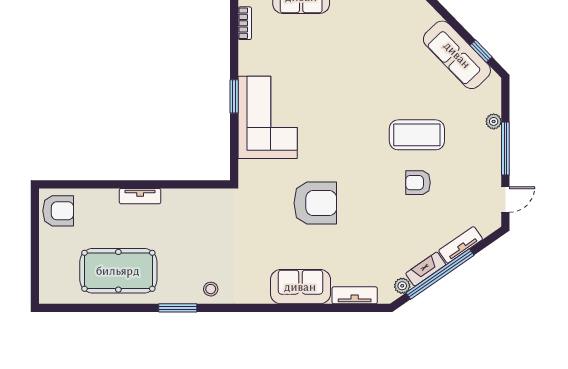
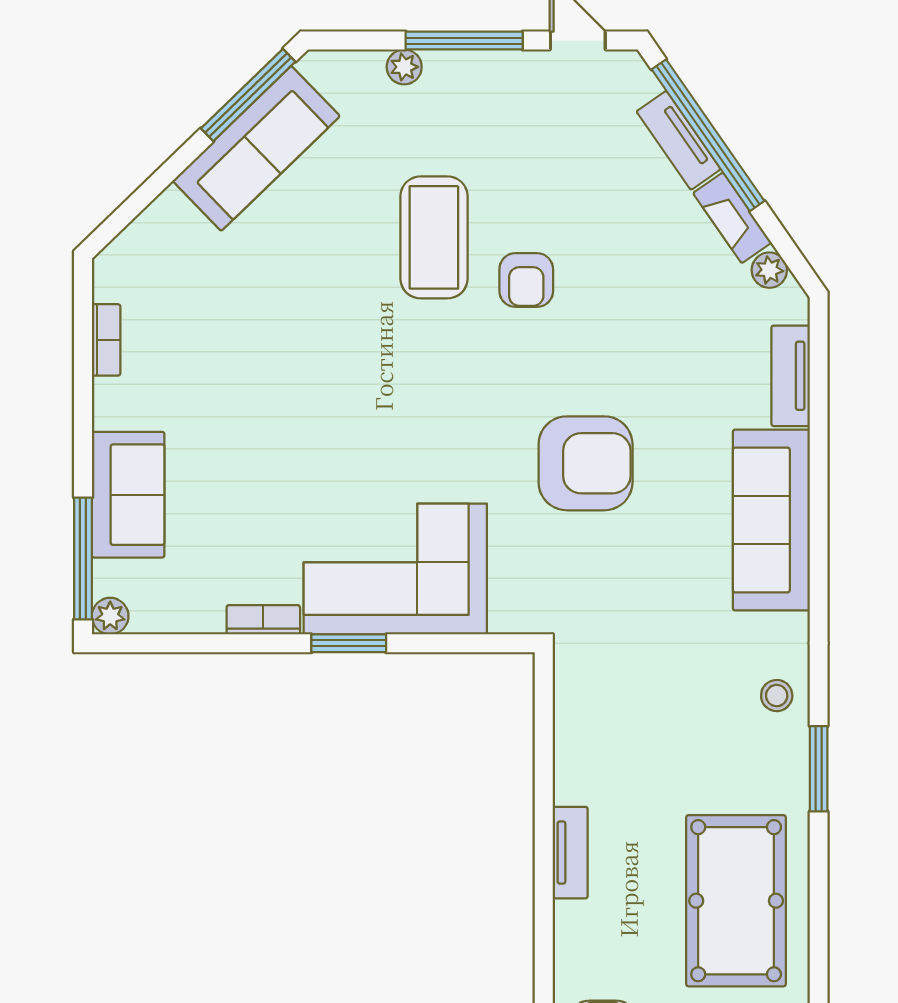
bookcase: (245, 23) -> (263, 620), moved
window: (481, 51) -> (248, 95), width x2.17
armchair: (418, 183) -> (526, 280), moved
armchair: (315, 203) -> (586, 463), turned 90
window: (440, 274) -> (708, 135), moved
sofa: (300, 287) -> (771, 520), width x1.36

